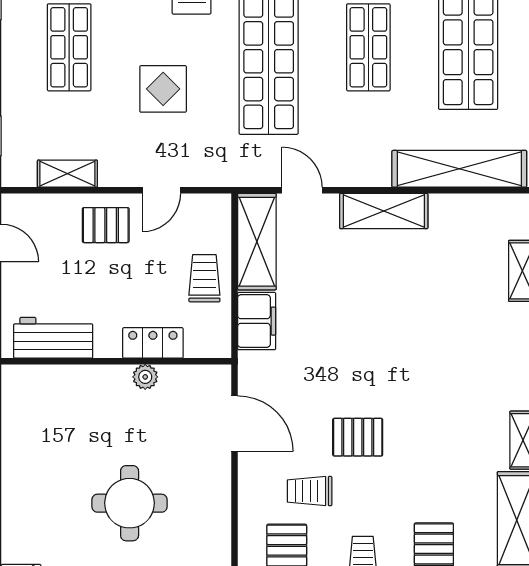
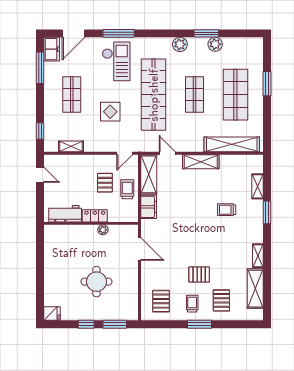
door: (161, 190) -> (125, 153), moved
pallet: (106, 225) -> (105, 183), moved, turned 90
locker: (153, 343) -> (95, 216), moved
pallet: (358, 437) -> (199, 274), moved
trolley: (310, 491) -> (227, 210), moved

